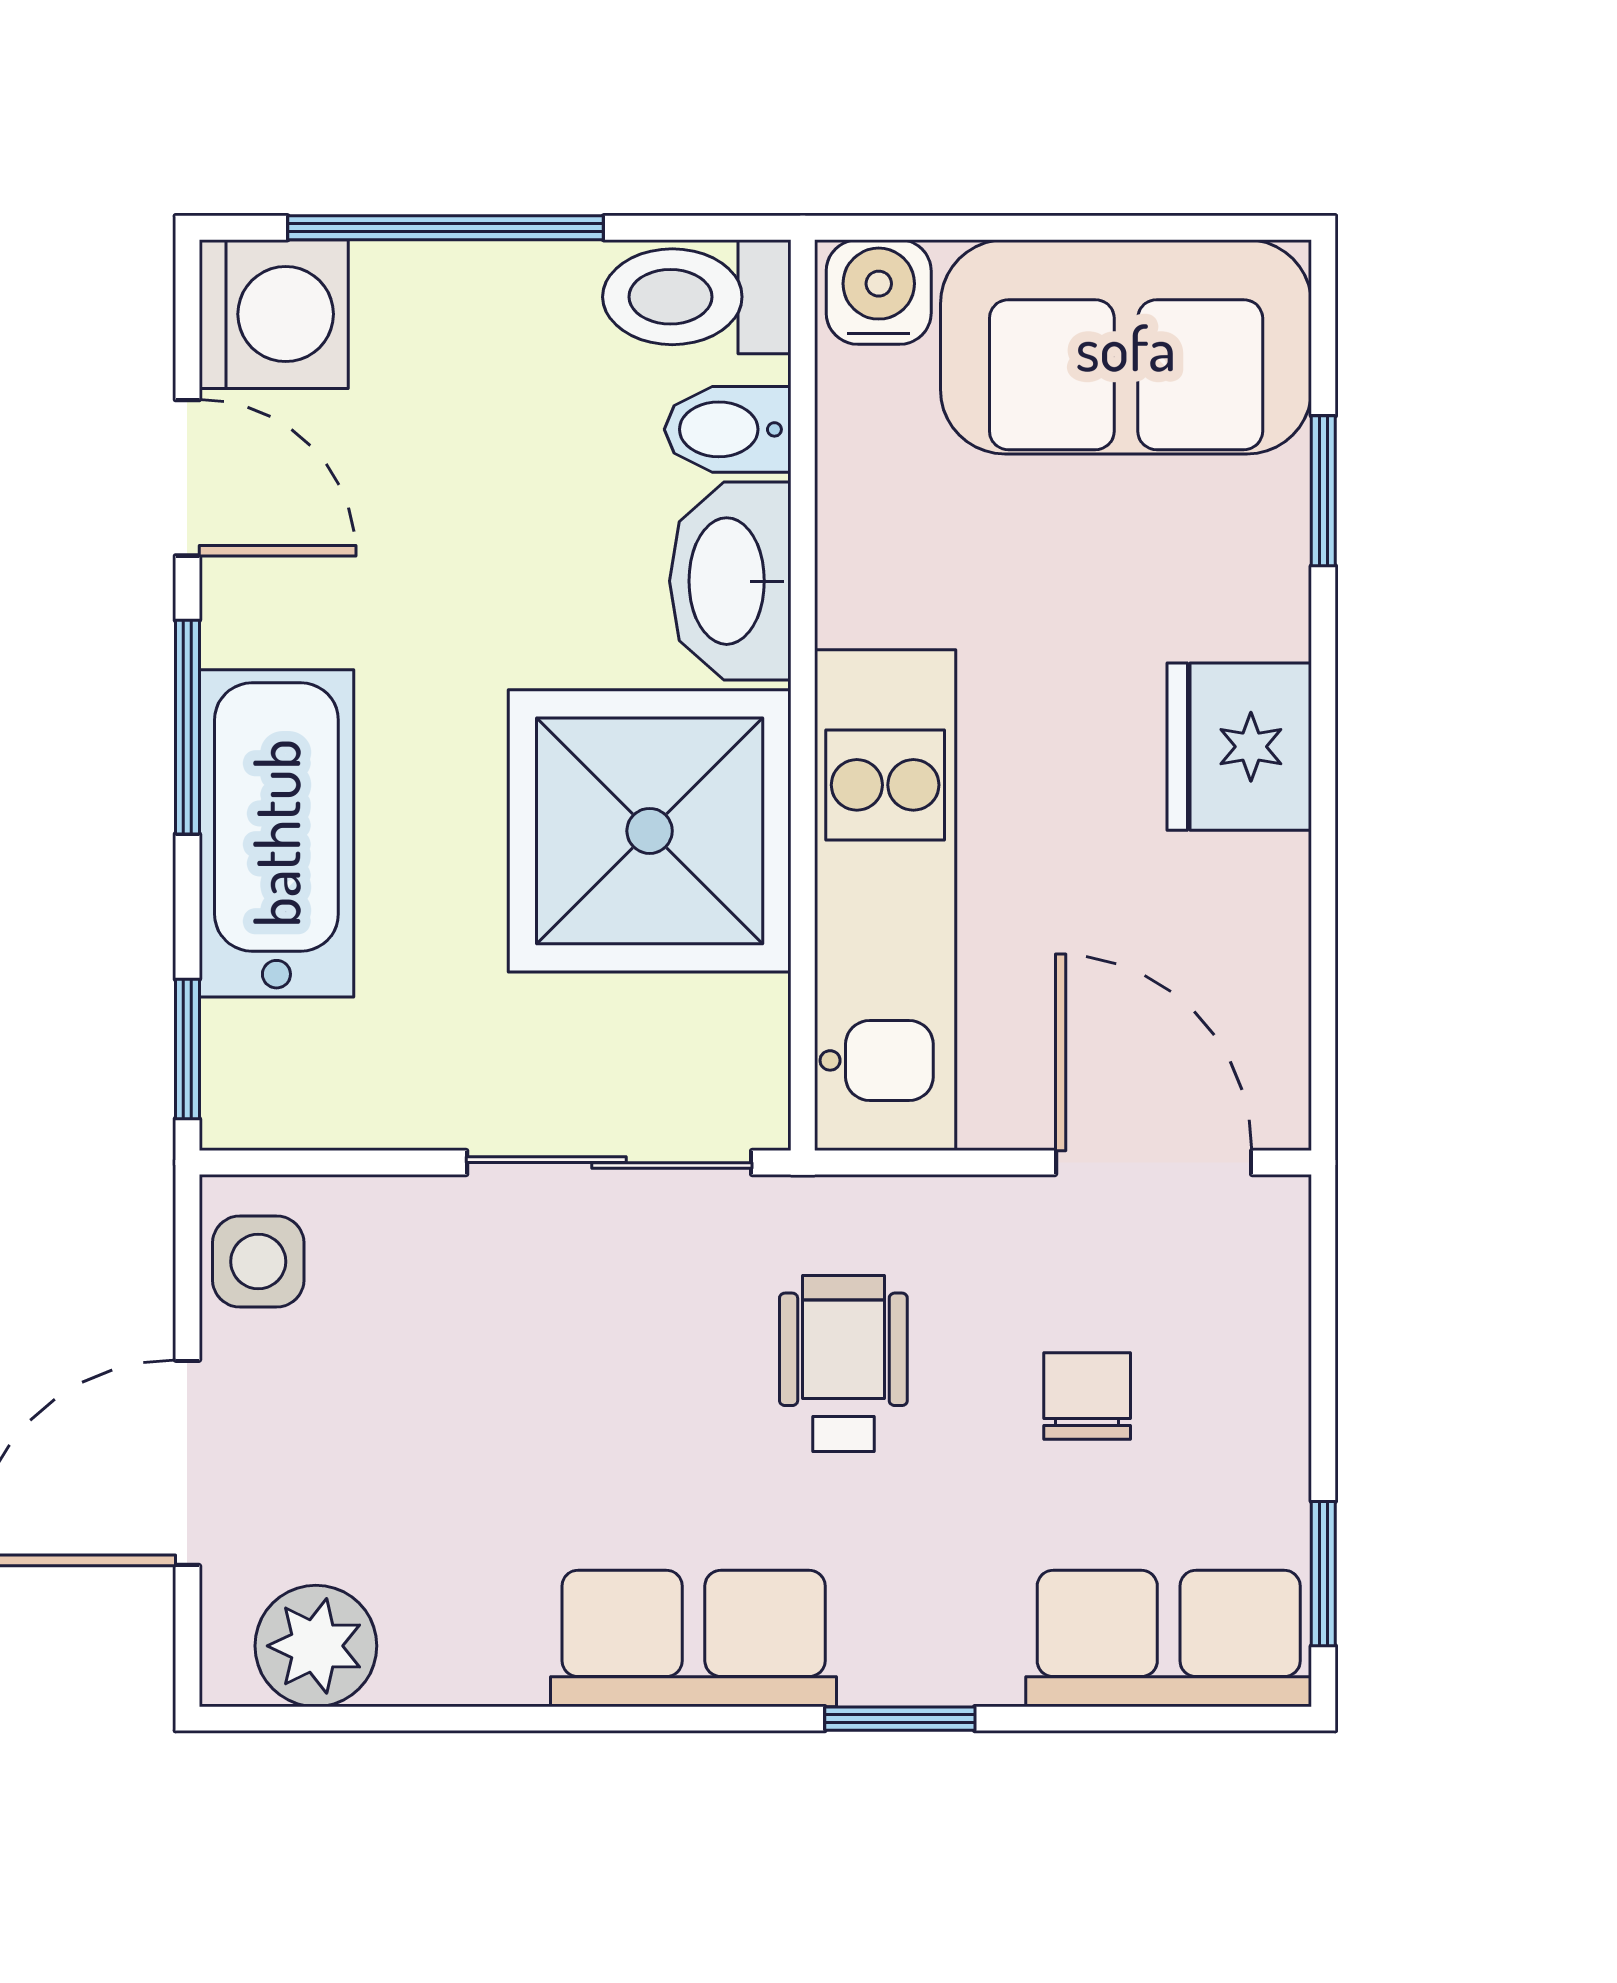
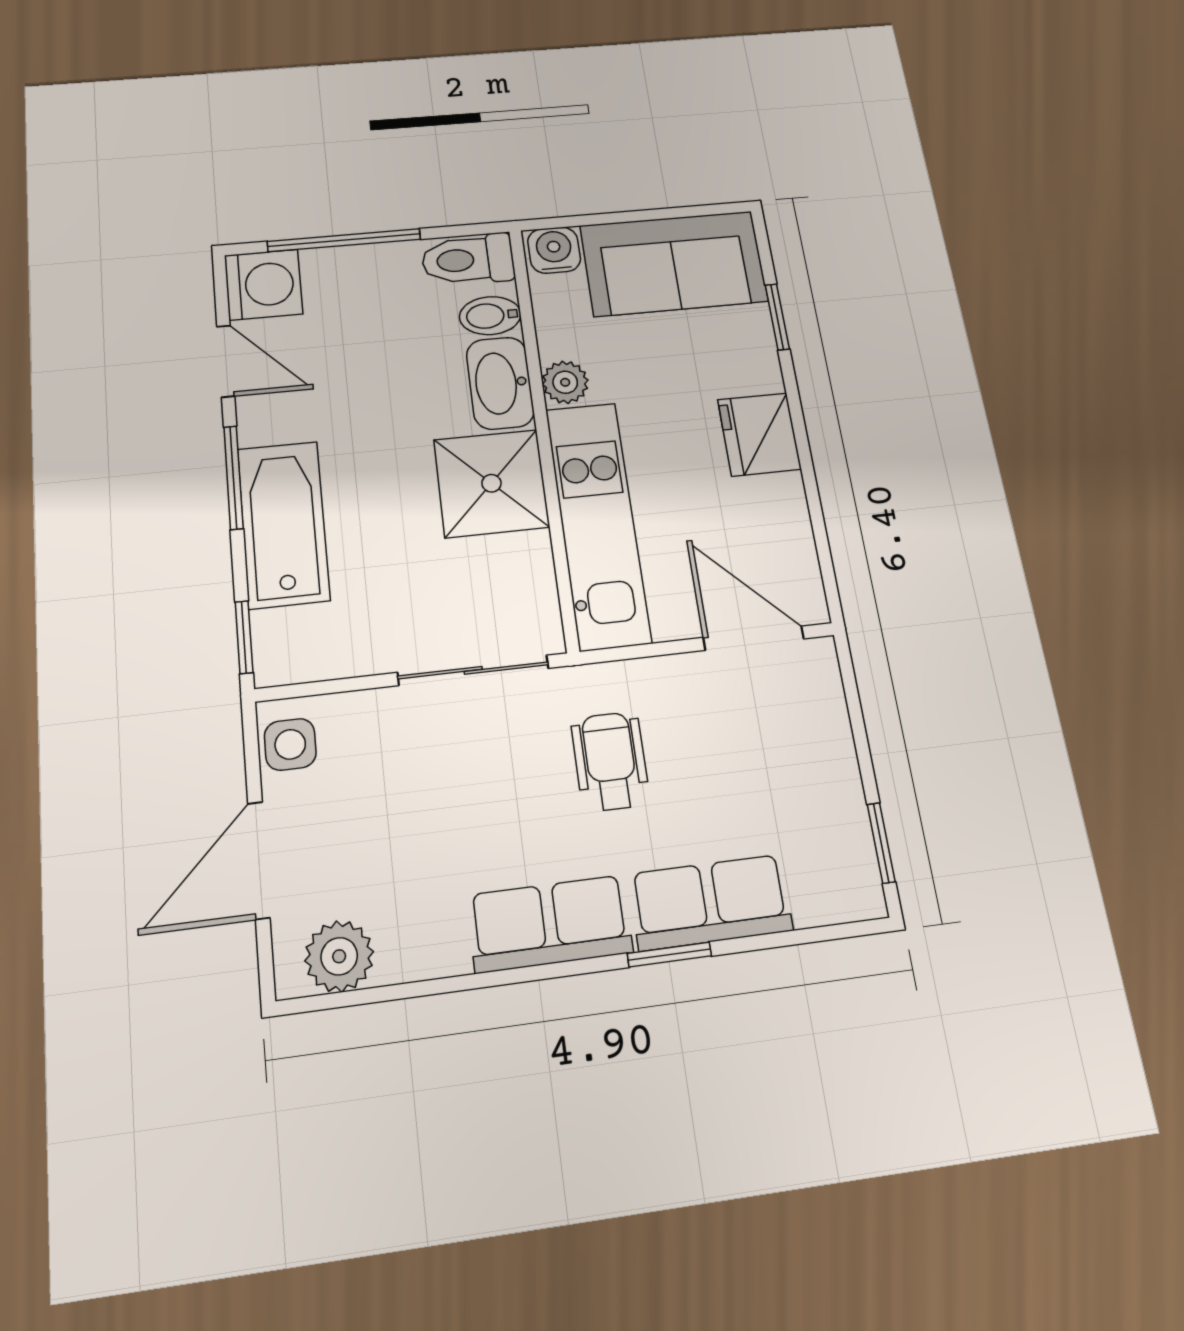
plant: (862, 593) -> (565, 382), added
shower: (650, 831) -> (491, 483), width x0.73, depth x0.73
chair: (1087, 1396) -> (741, 763), removed
row of seats: (1169, 1638) -> (711, 902), moved

